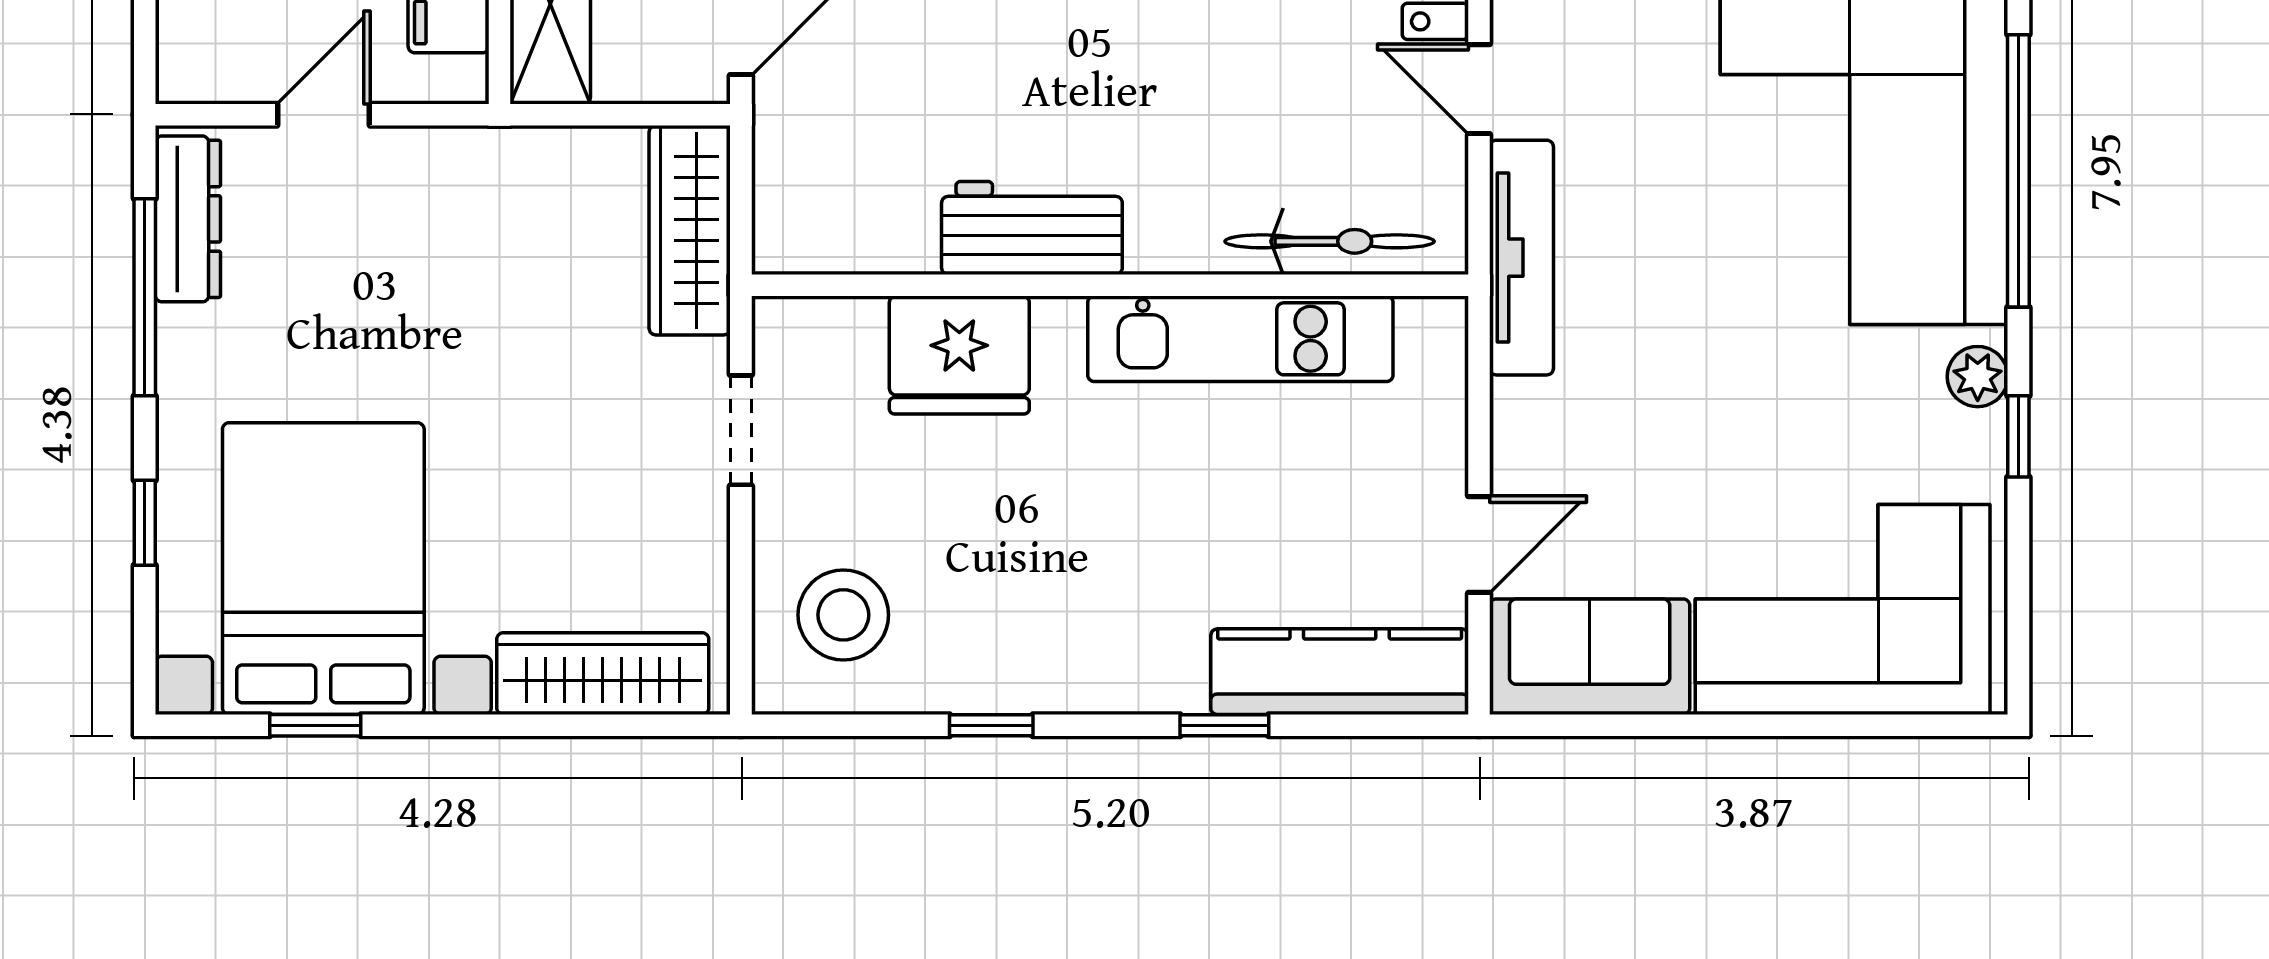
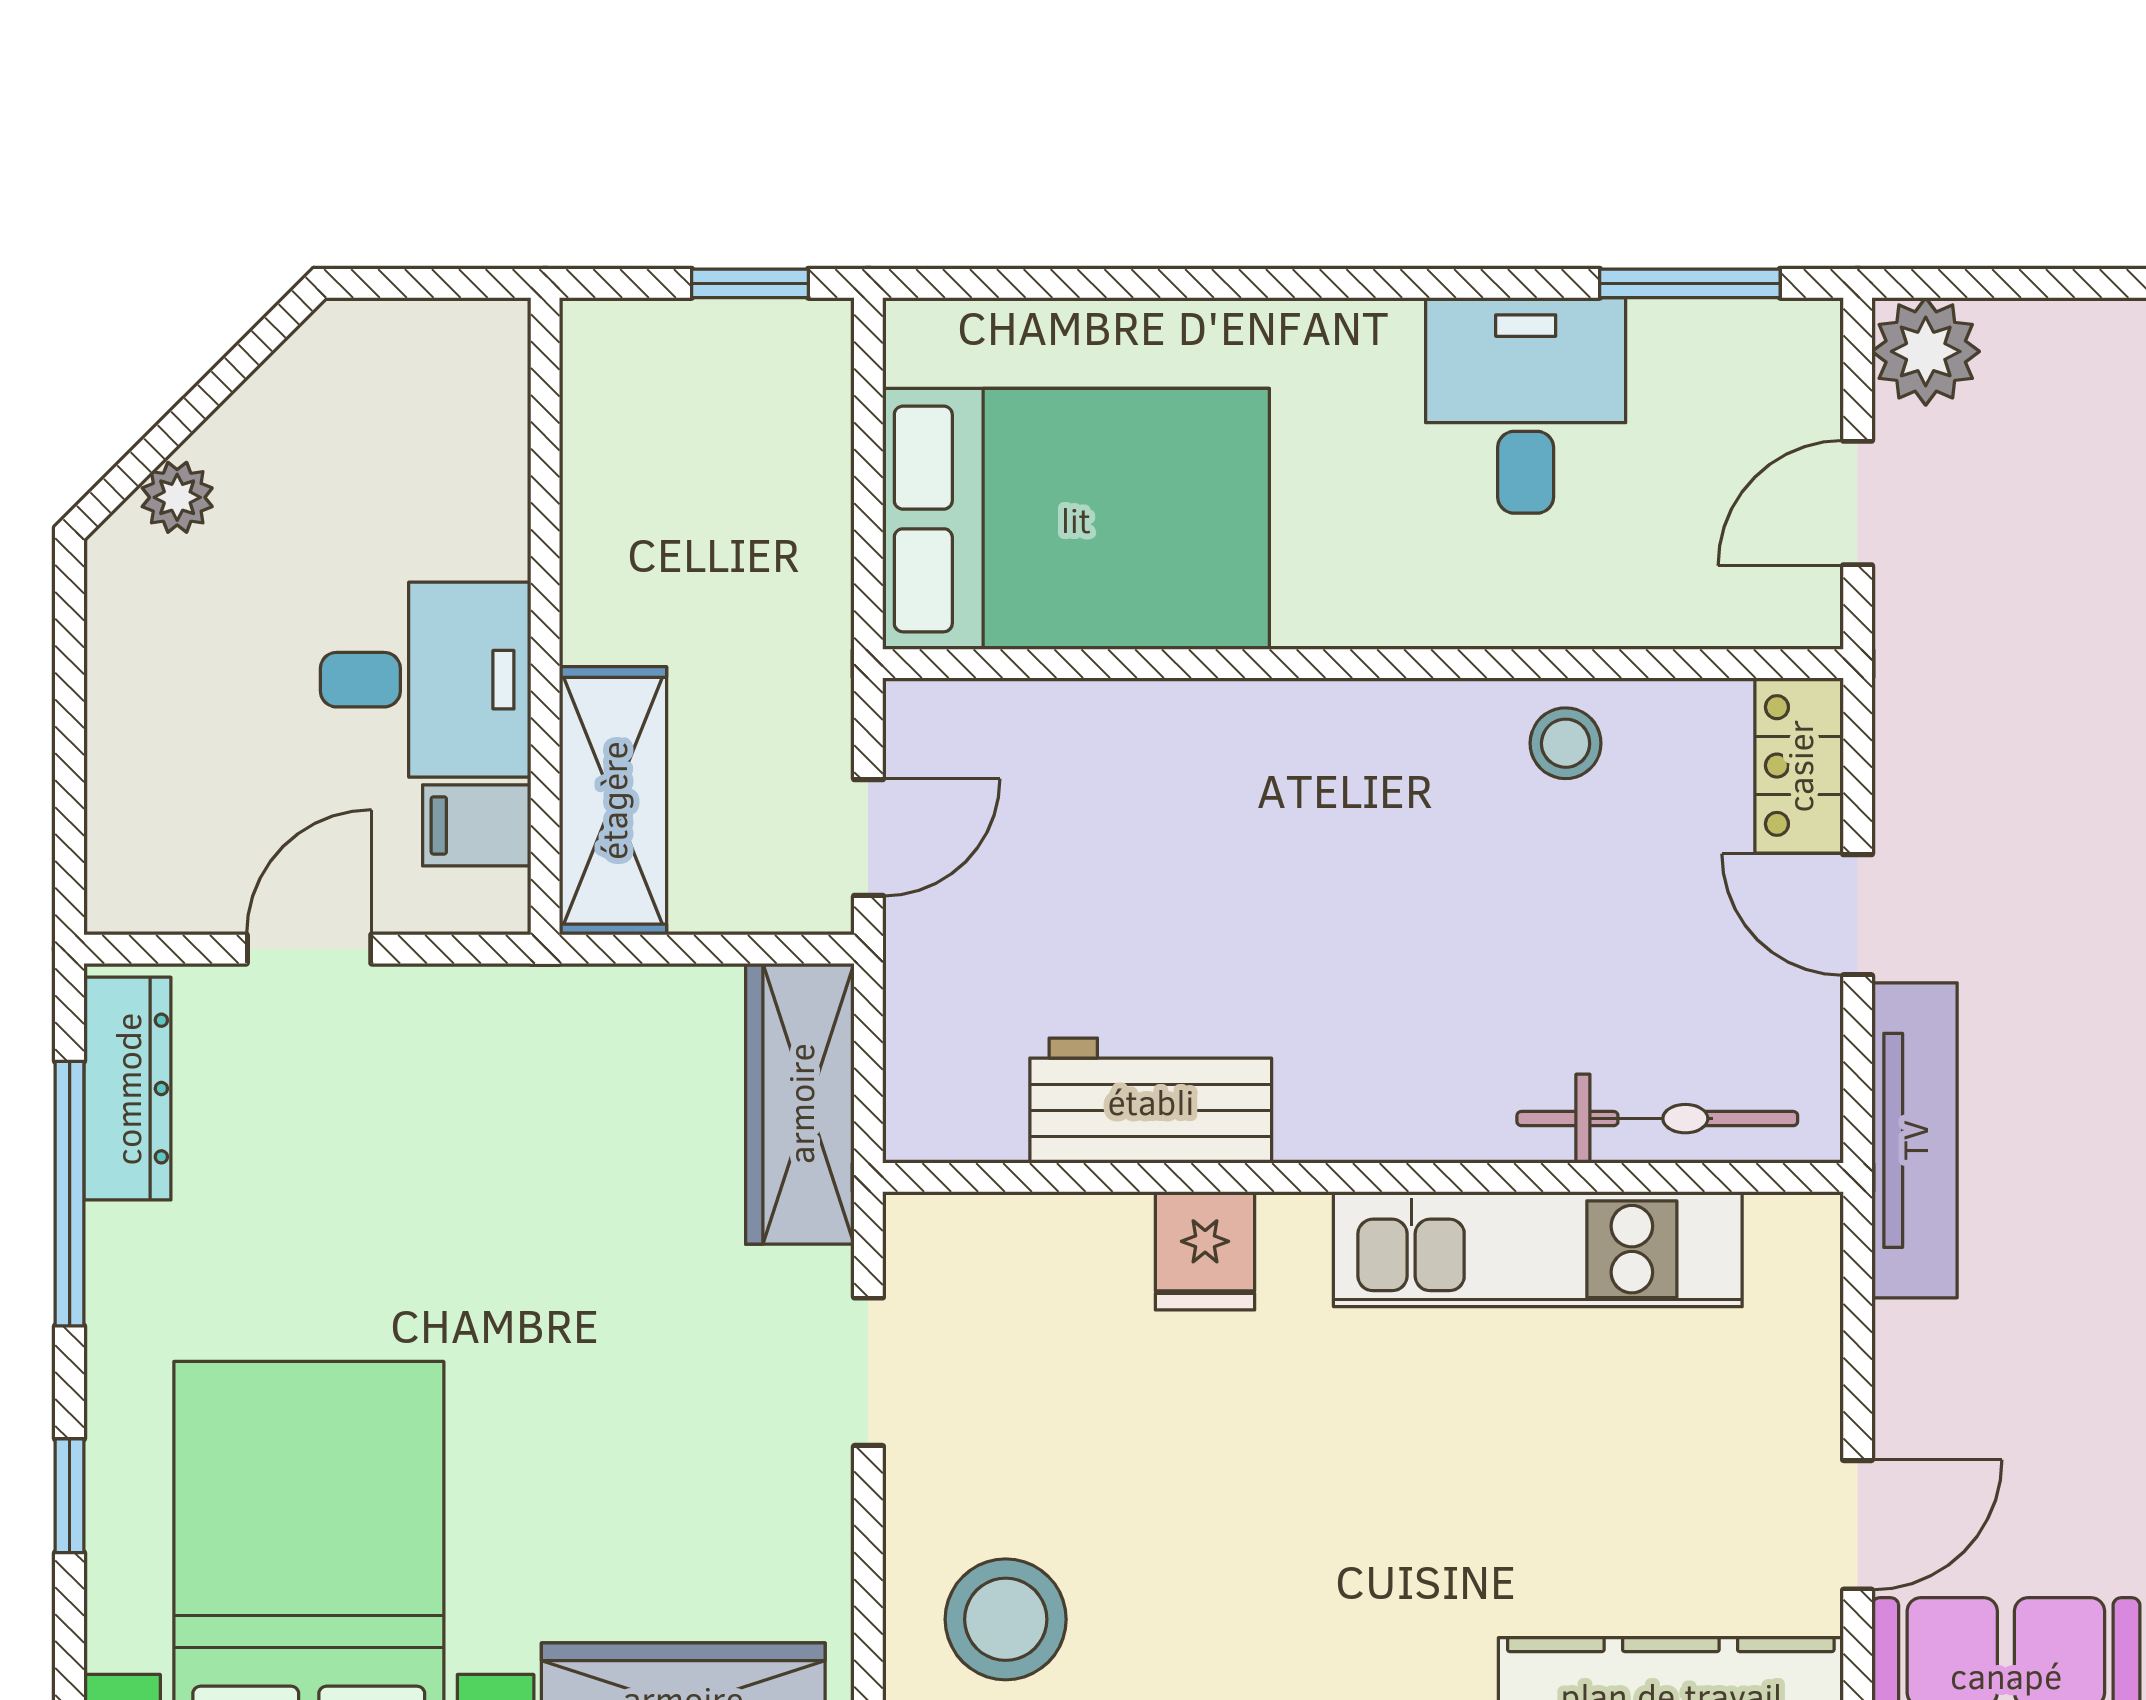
workbench: (1032, 228) -> (1151, 1101), moved
fridge: (959, 355) -> (1205, 1251), width x0.53, depth x0.75

